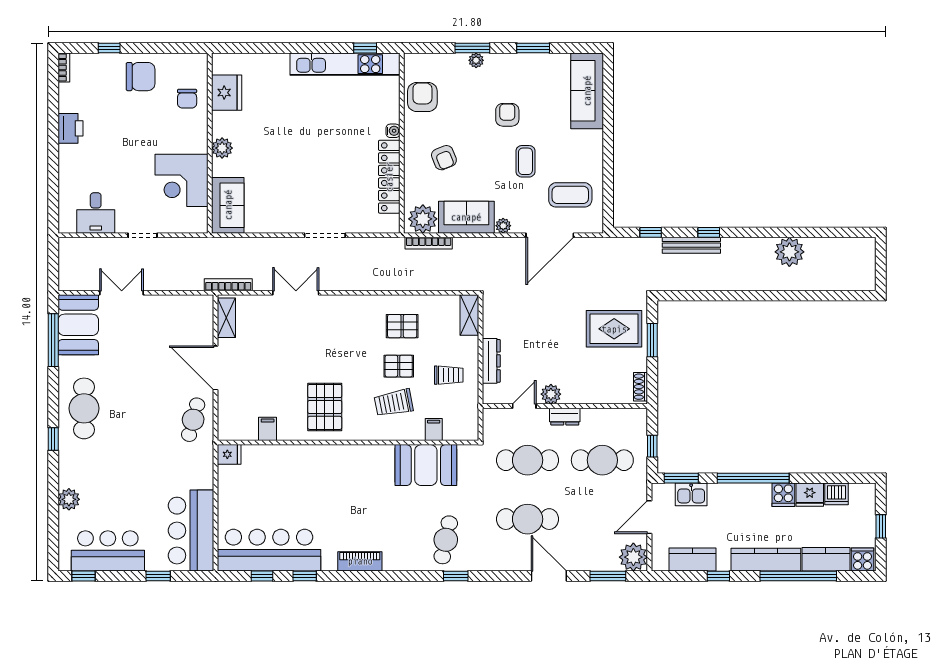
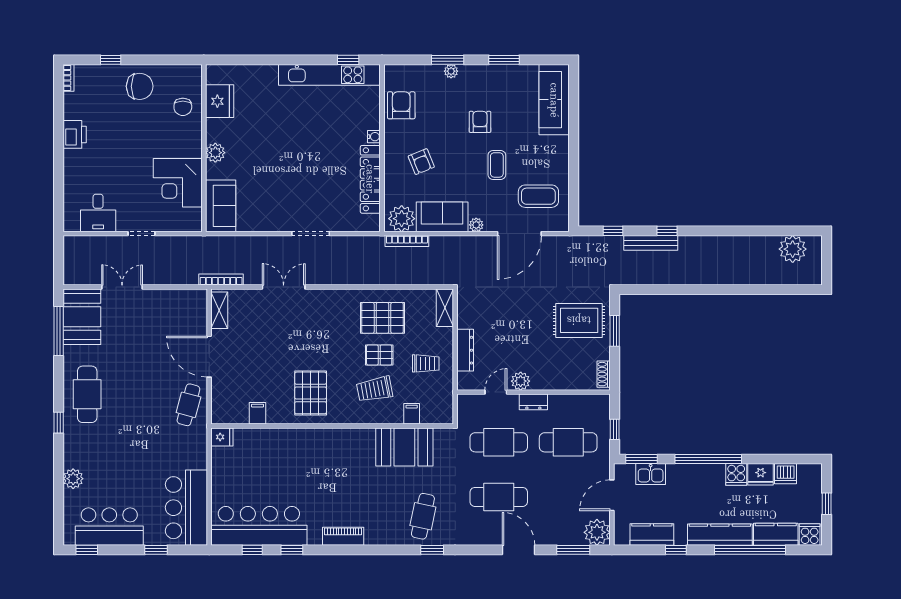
plant: (789, 252) -> (793, 249), moved
pallet: (402, 326) -> (382, 318), width x1.50, depth x1.42

